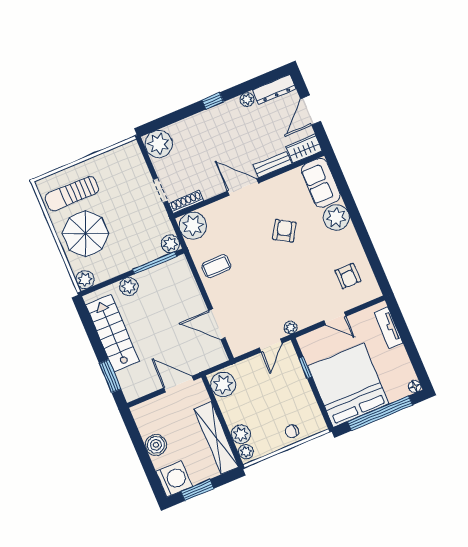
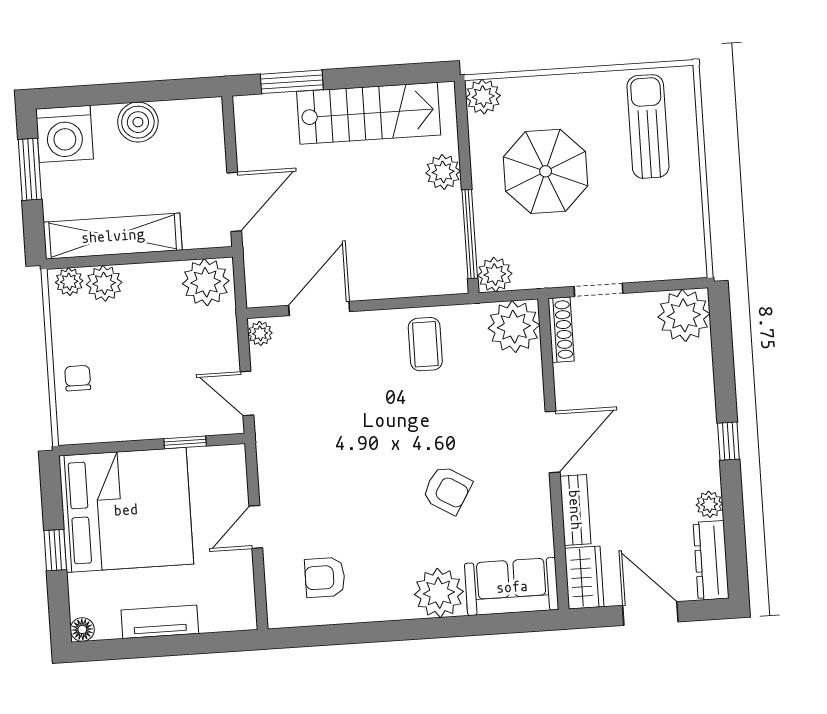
parasol: (86, 234) -> (546, 171), moved
plant: (291, 327) -> (260, 333), moved
tv unit: (388, 328) -> (160, 622), moved
window: (380, 413) -> (55, 550), width x0.32

